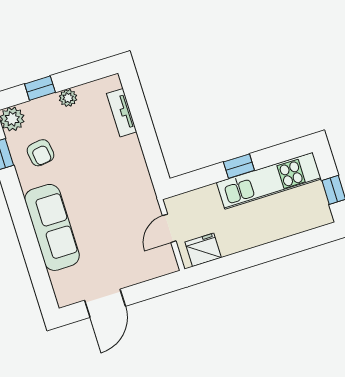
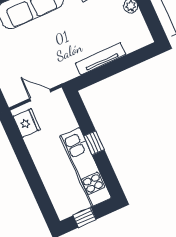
tv unit: (122, 113) -> (101, 59), moved, width x1.41

